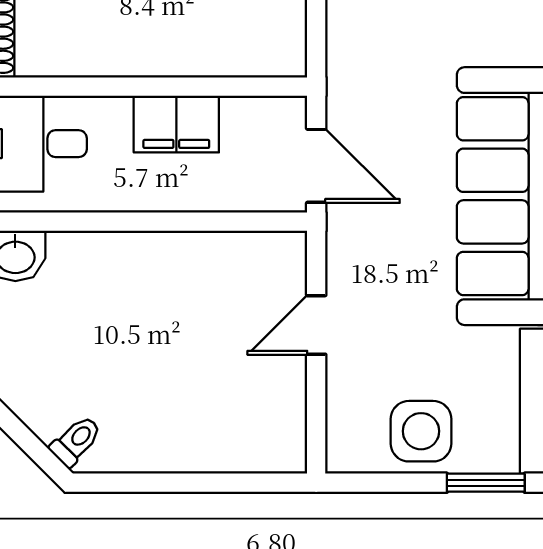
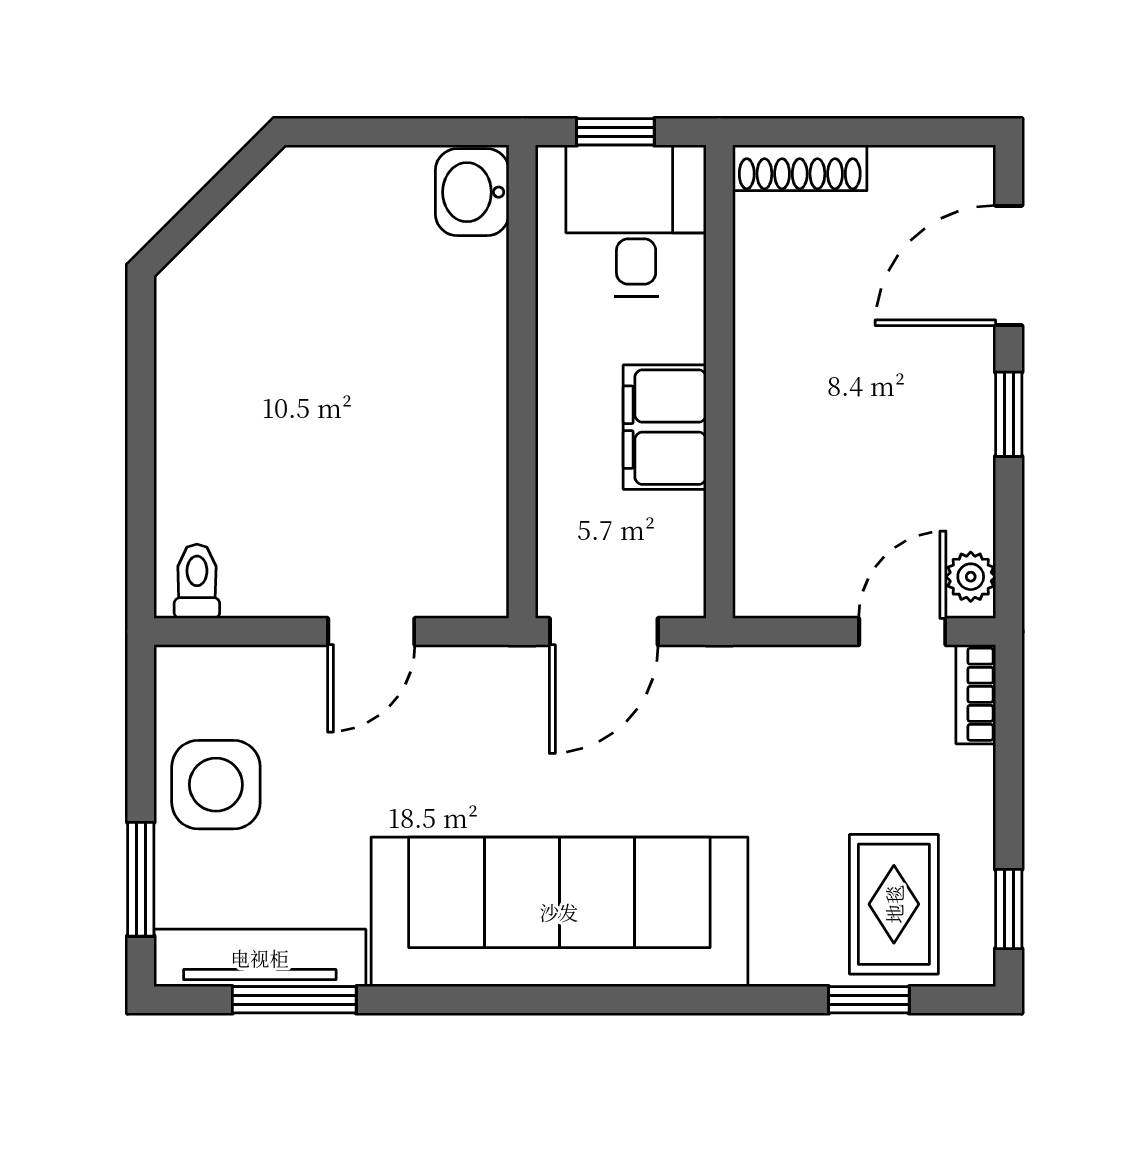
door: (316, 325) -> (371, 632), swing flipped
toilet: (76, 441) -> (197, 581), moved, turned -135

